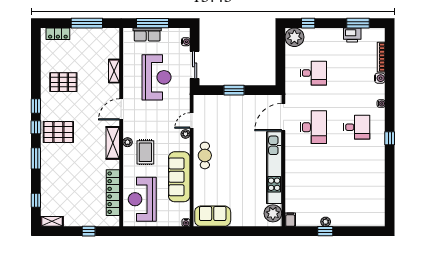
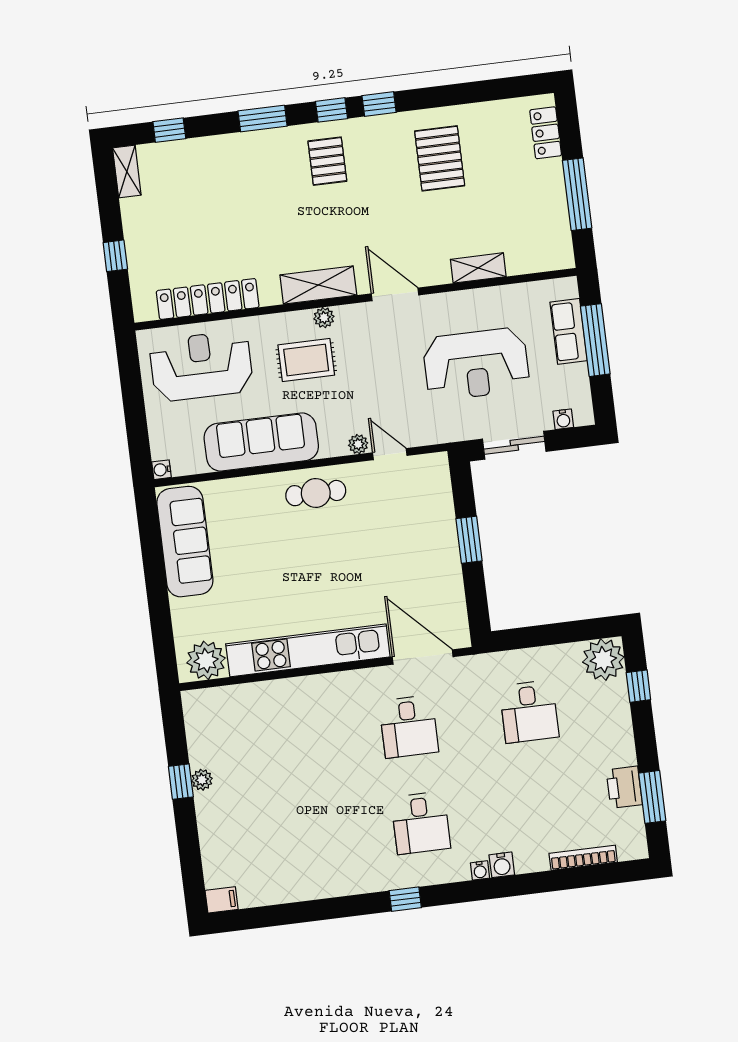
water cooler: (380, 78) -> (502, 865), moved
desk: (313, 127) -> (409, 726), width x0.73
pallet: (58, 132) -> (327, 161), width x0.67, depth x0.71
sofa: (213, 216) -> (185, 542), width x1.36
filing cabinet: (290, 220) -> (222, 900), moved

